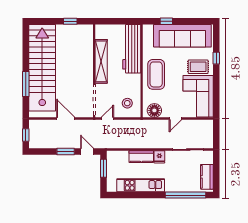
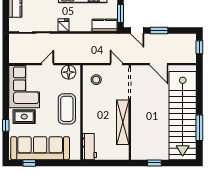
window: (166, 21) -> (29, 163), moved
workbench: (132, 49) -> (89, 147), width x0.53, depth x0.76
window: (26, 84) -> (199, 128), moved
door: (107, 118) -> (116, 64), swing flipped
kitchen counter: (141, 157) -> (105, 25), moved

